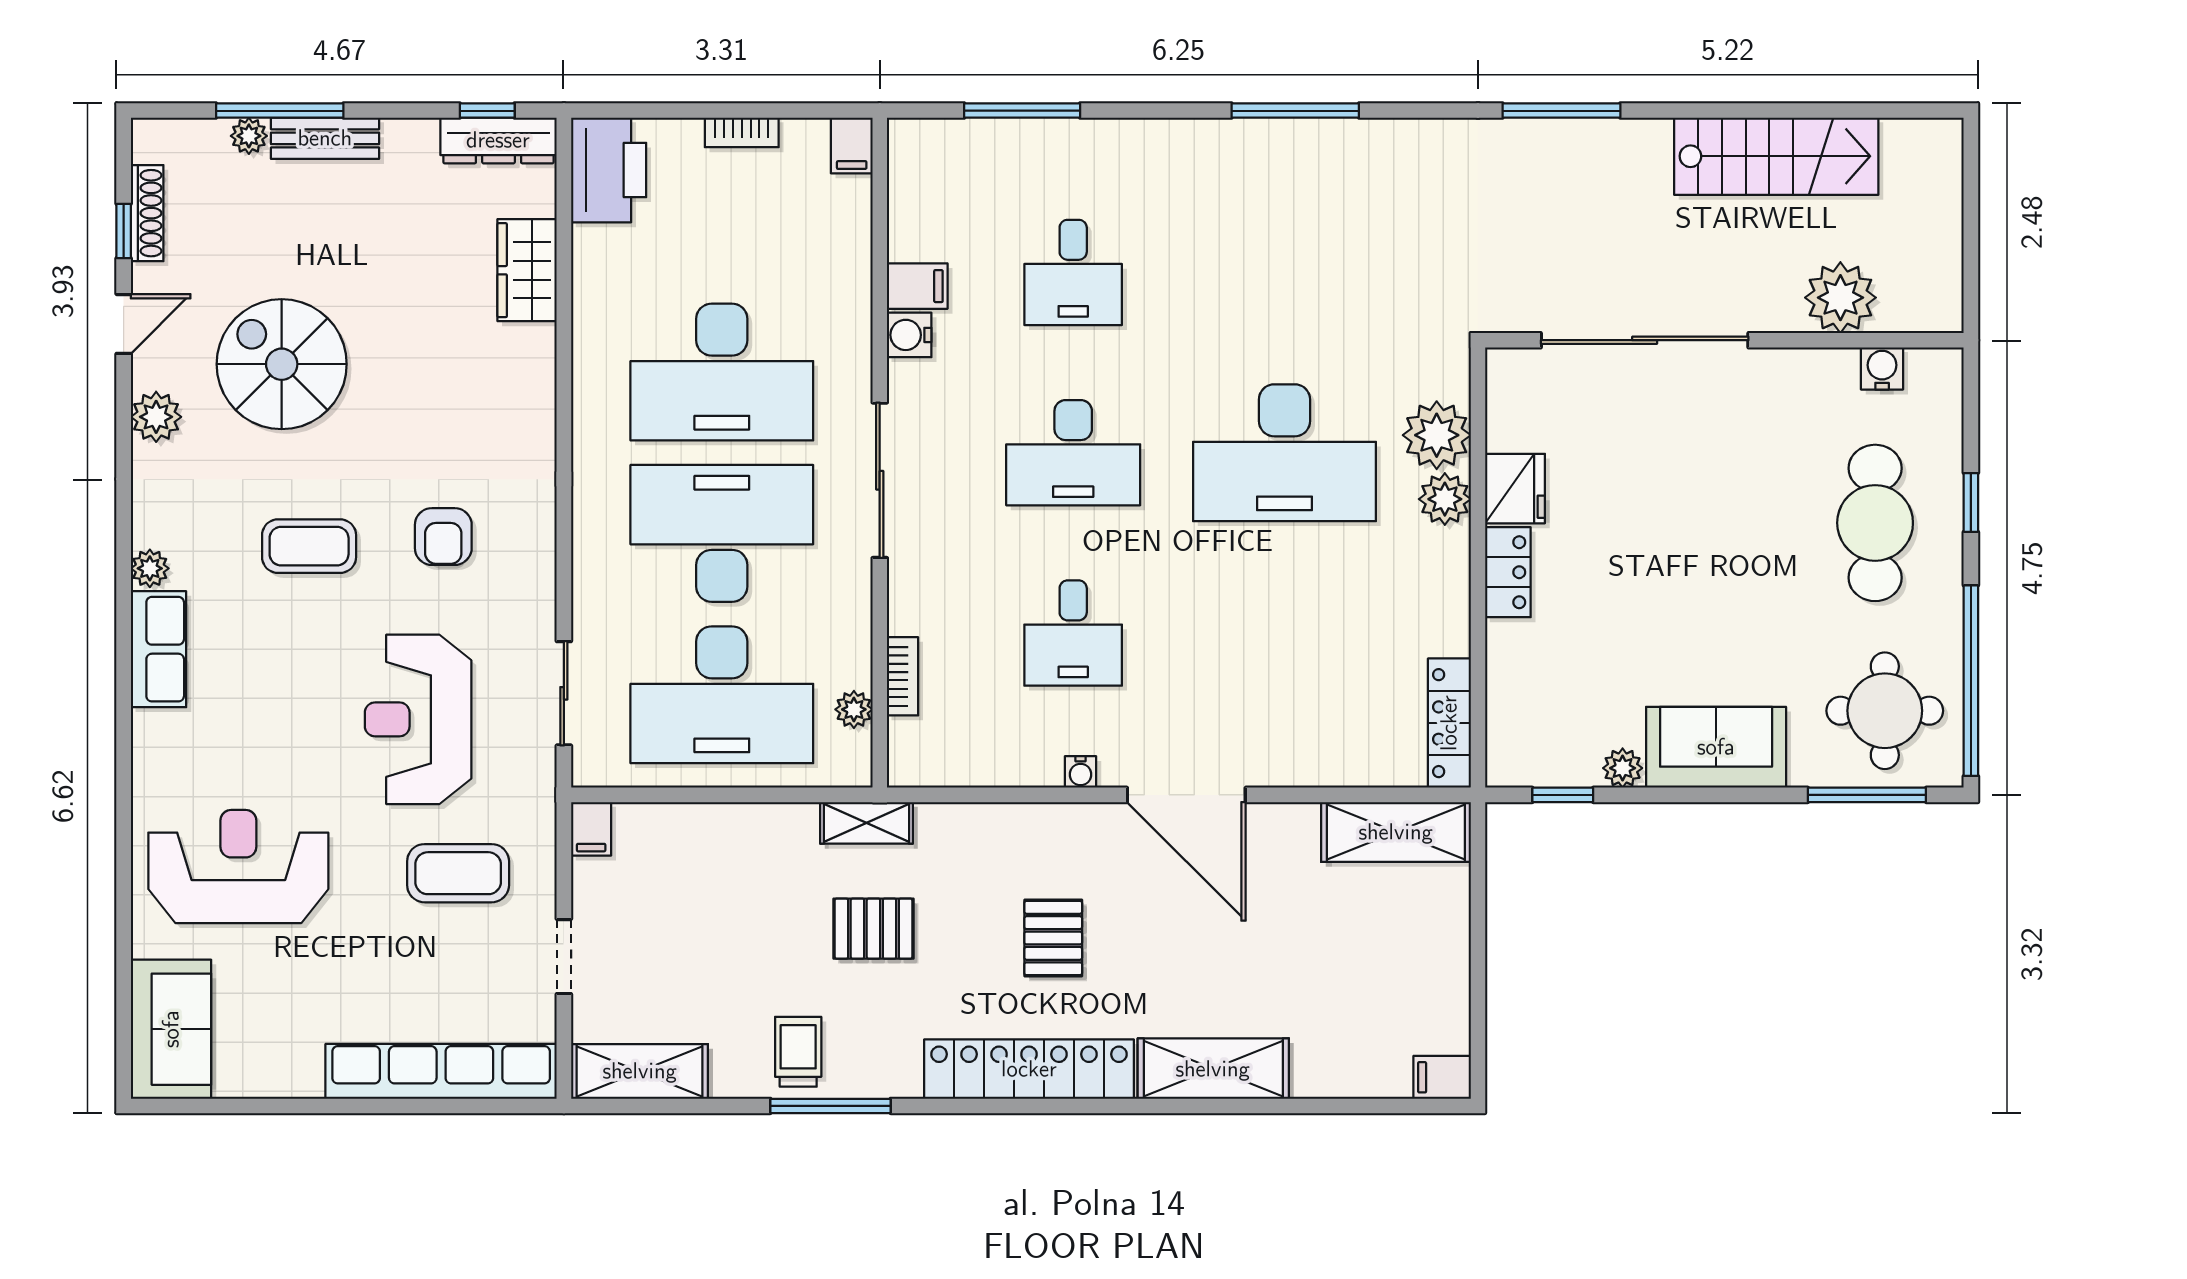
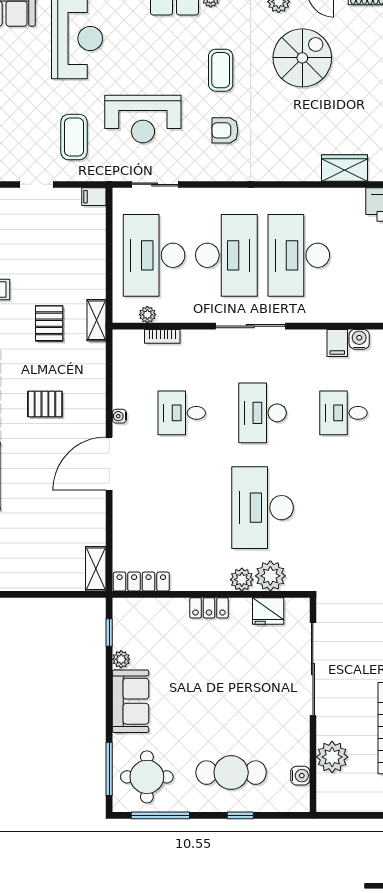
water cooler: (909, 335) -> (359, 339), moved
fridge: (1515, 489) -> (268, 611), moved
window: (1971, 681) -> (160, 815), width x0.68
reception desk: (418, 719) -> (143, 119), turned 180
shelving: (1396, 832) -> (96, 569), width x0.67, depth x0.75

